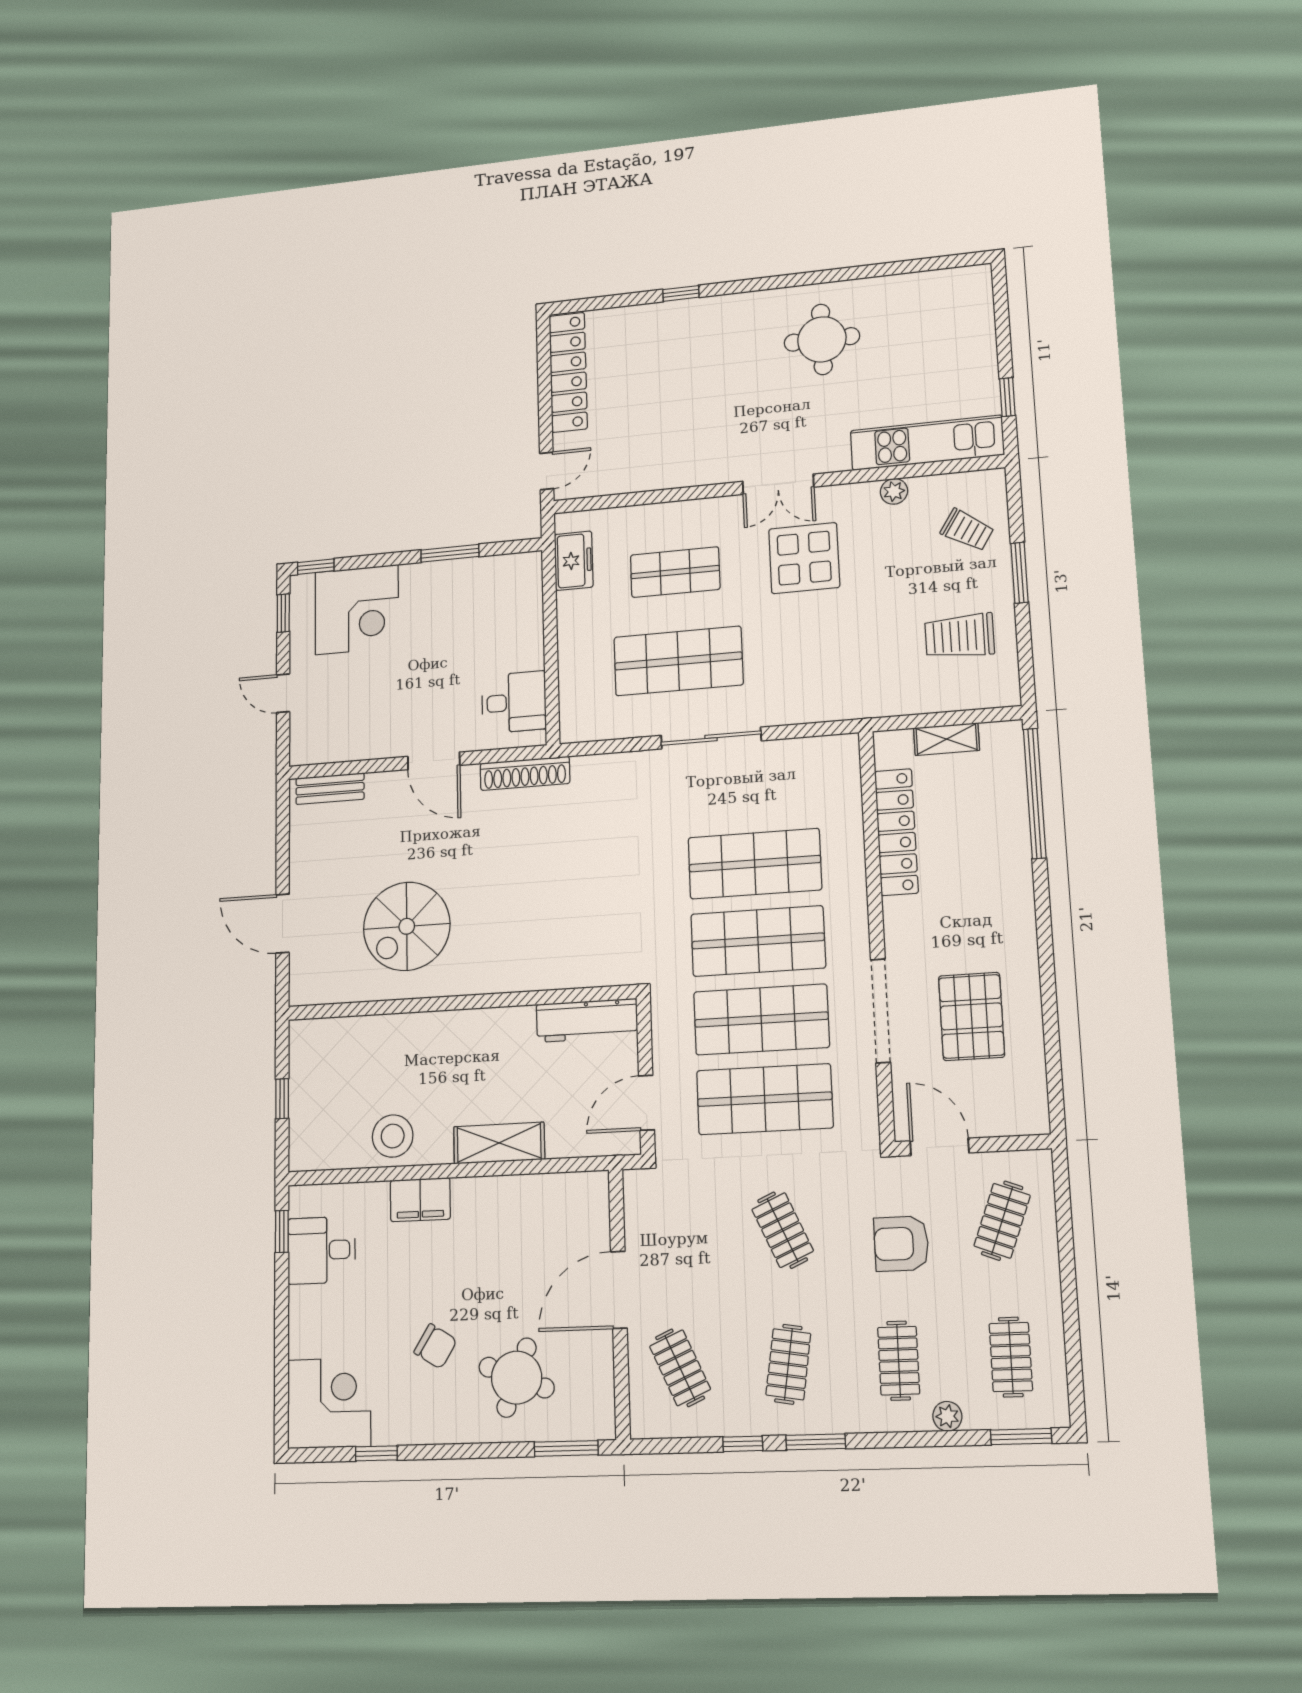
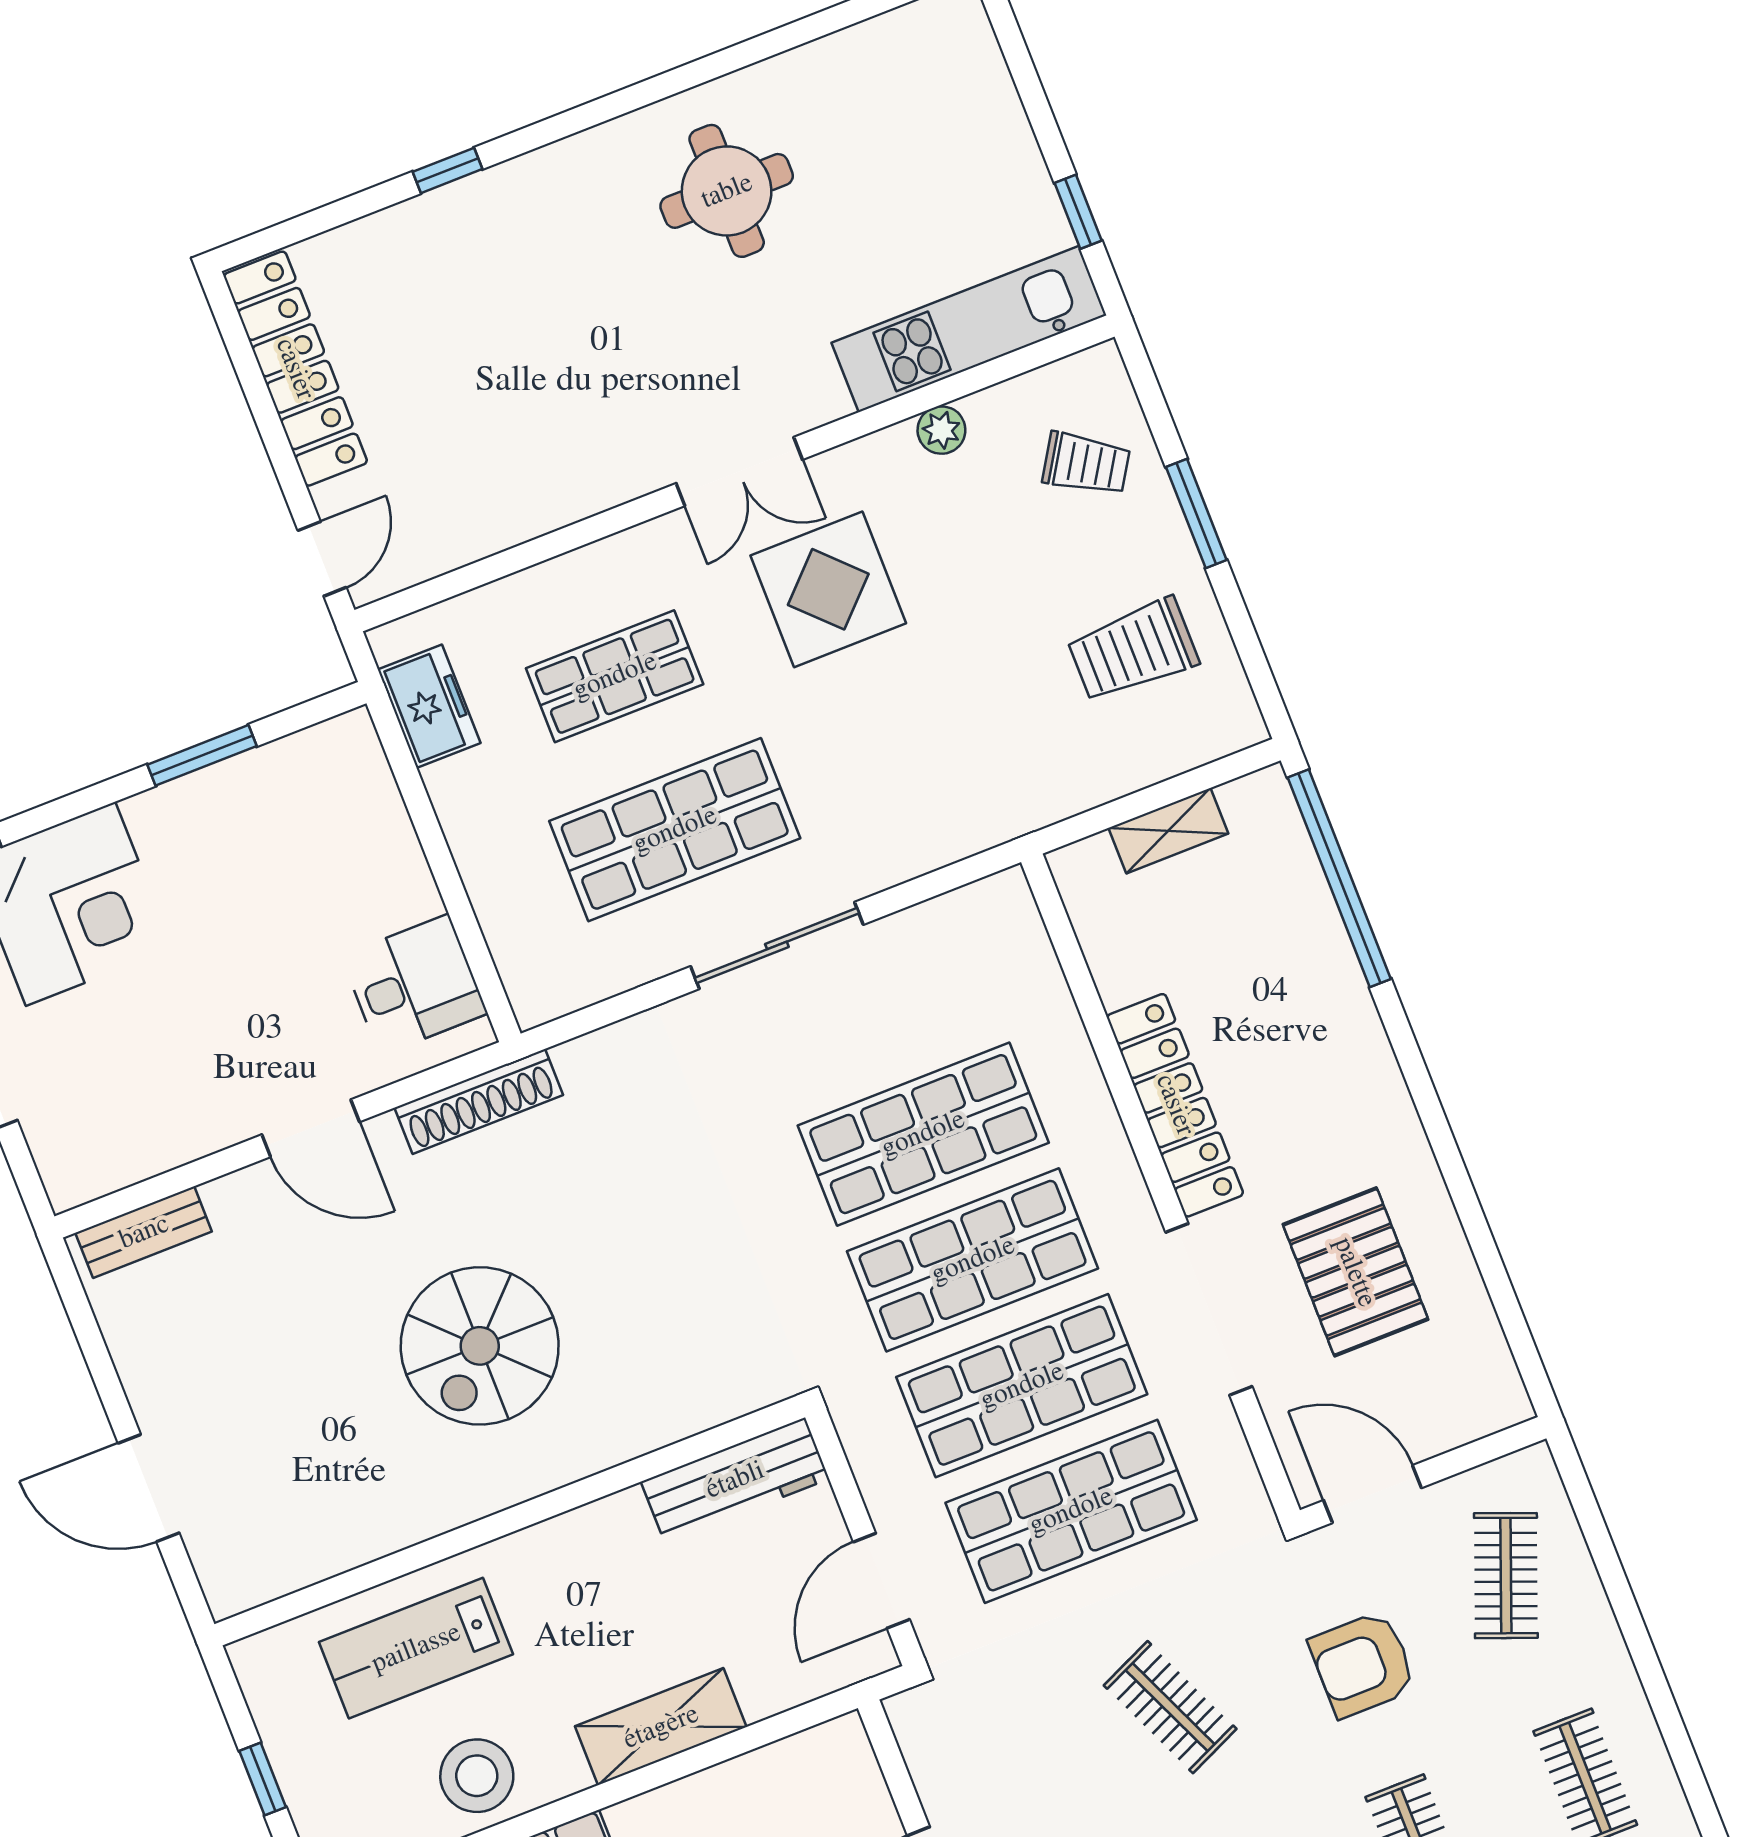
locker: (896, 832) -> (1175, 1105), moved
spiral stairs: (407, 926) -> (480, 1346), moved
lab bench: (386, 1055) -> (416, 1648), added

